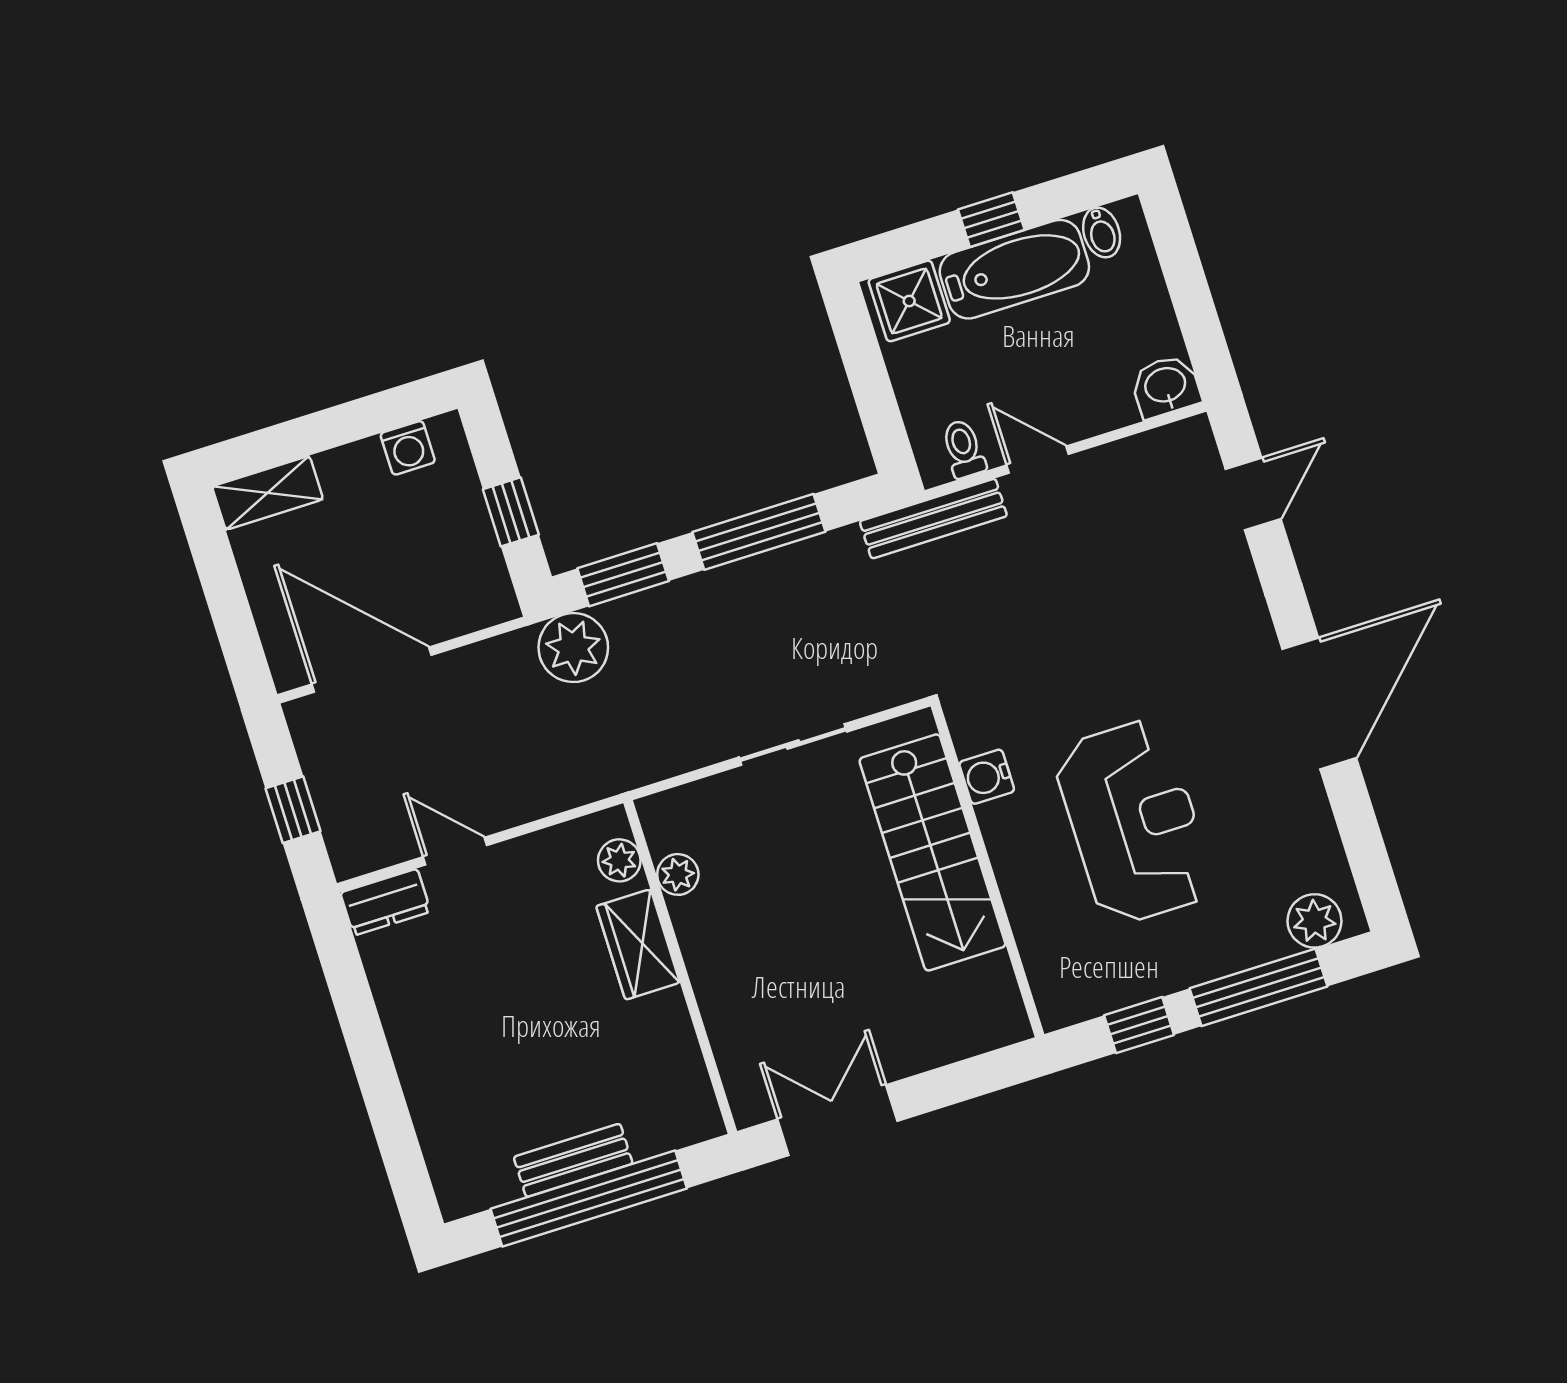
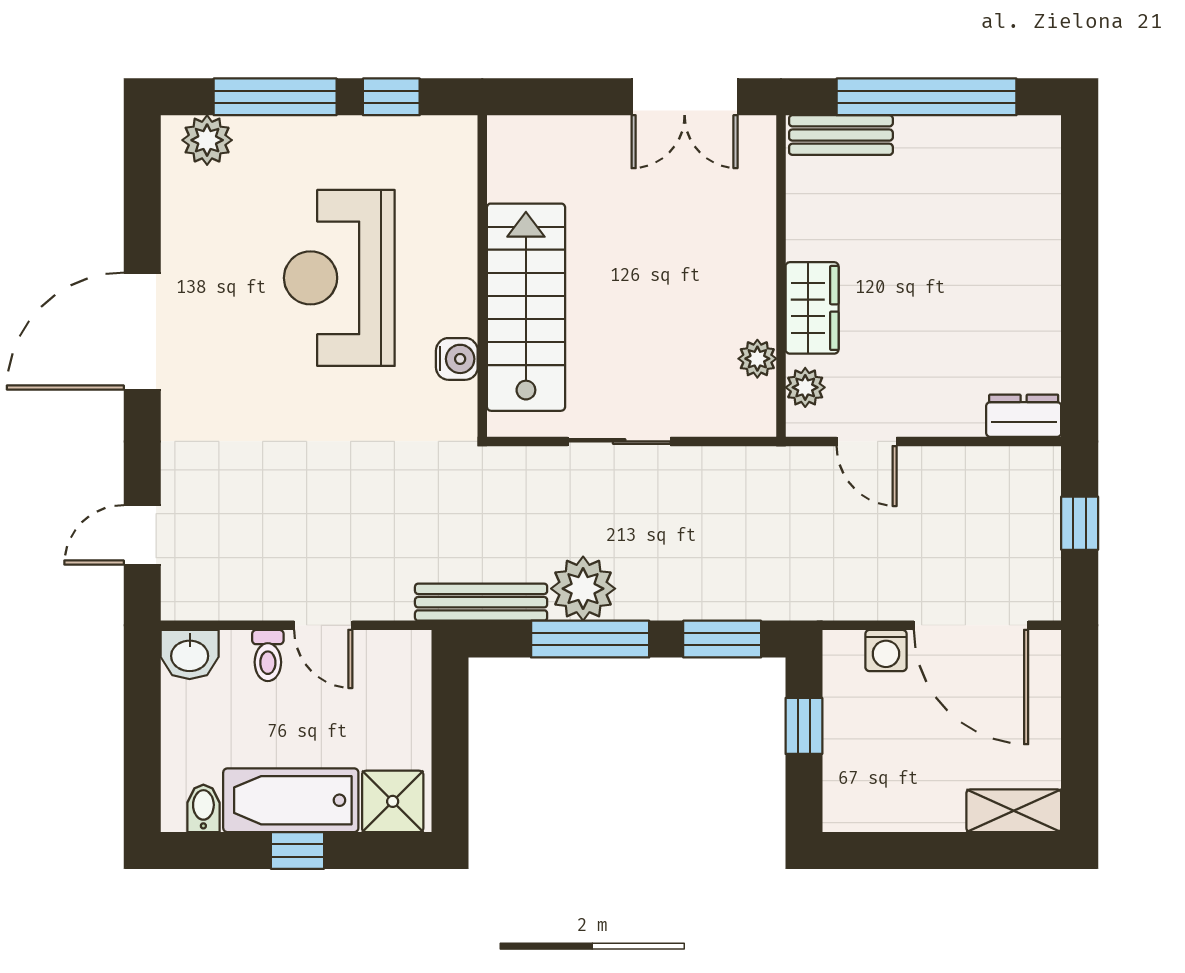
washing machine: (408, 448) -> (886, 651), moved, turned 180
toilet: (964, 449) -> (268, 656), moved
bench: (933, 519) -> (481, 602), moved
plant: (573, 648) -> (583, 589), moved
door: (455, 851) -> (867, 441), moved
bench: (573, 1160) -> (841, 135), moved

